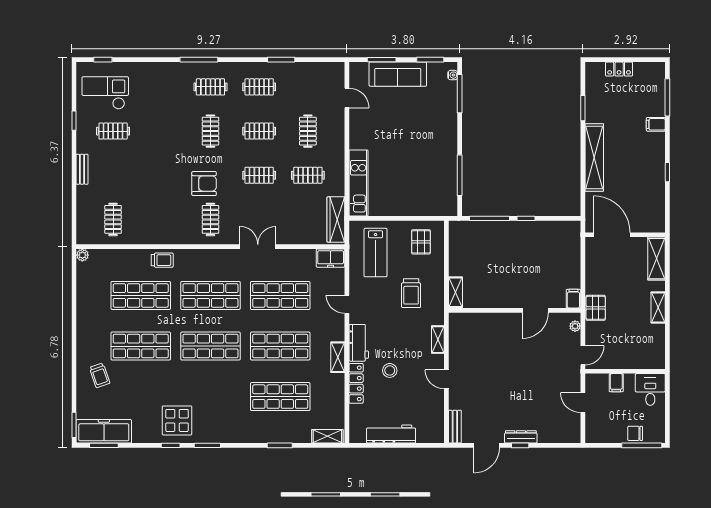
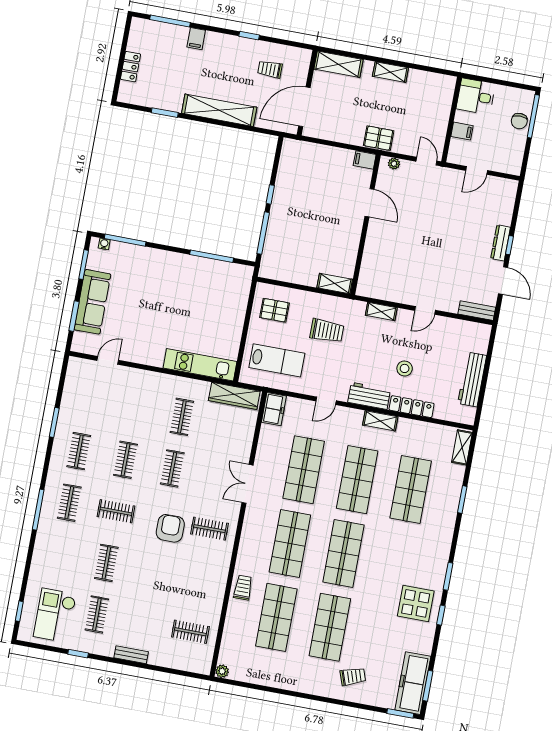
clothes rail: (308, 131) -> (106, 563), moved, turned 90
trolley: (640, 197) -> (270, 69), added

